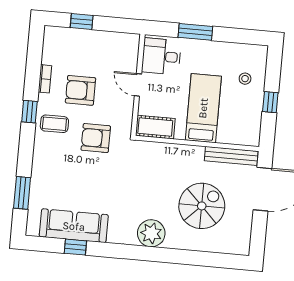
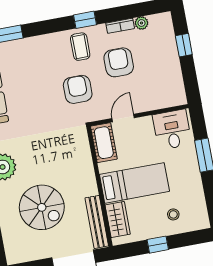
plant: (48, 57) -> (142, 23), added
door: (138, 85) -> (123, 118), moved
wardrobe: (235, 135) -> (118, 220), added

